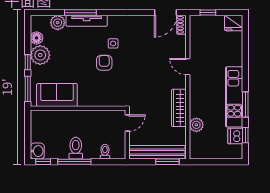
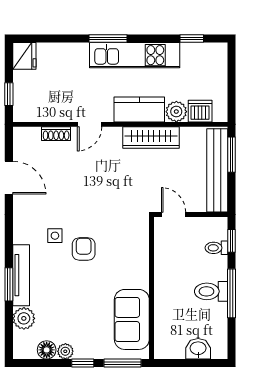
window: (80, 13) -> (9, 284), width x0.69
door: (166, 13) -> (9, 178), moved
shoe rack: (181, 25) -> (56, 134), moved
plant: (40, 55) -> (65, 351), width x0.53, depth x0.53
armchair: (104, 63) -> (84, 249), turned 90
kitchen counter: (198, 100) -> (139, 109), added
window: (245, 104) -> (108, 39), moved
dishwasher: (235, 136) -> (200, 111), moved, turned 180
washbasin: (37, 151) -> (198, 349), moved
window: (43, 162) -> (231, 241), moved

